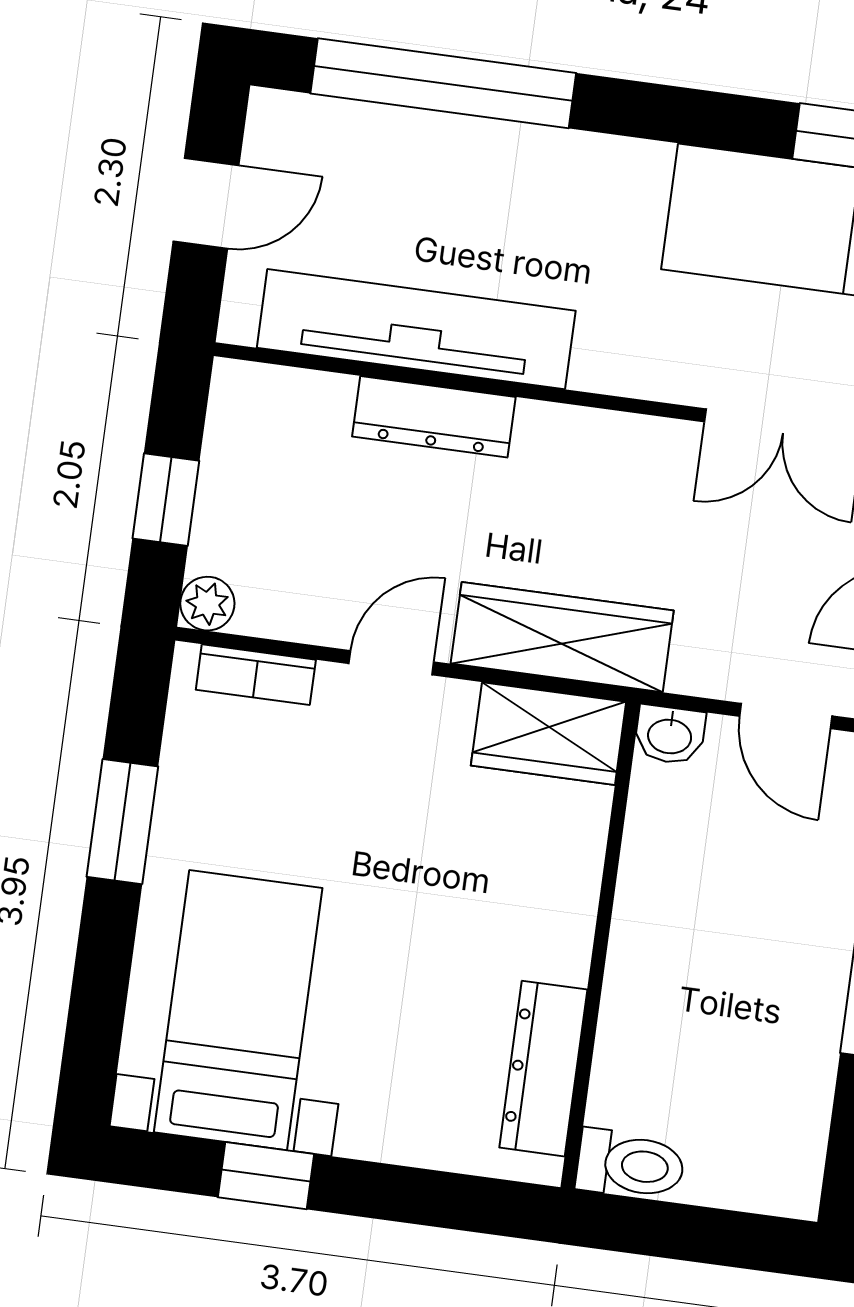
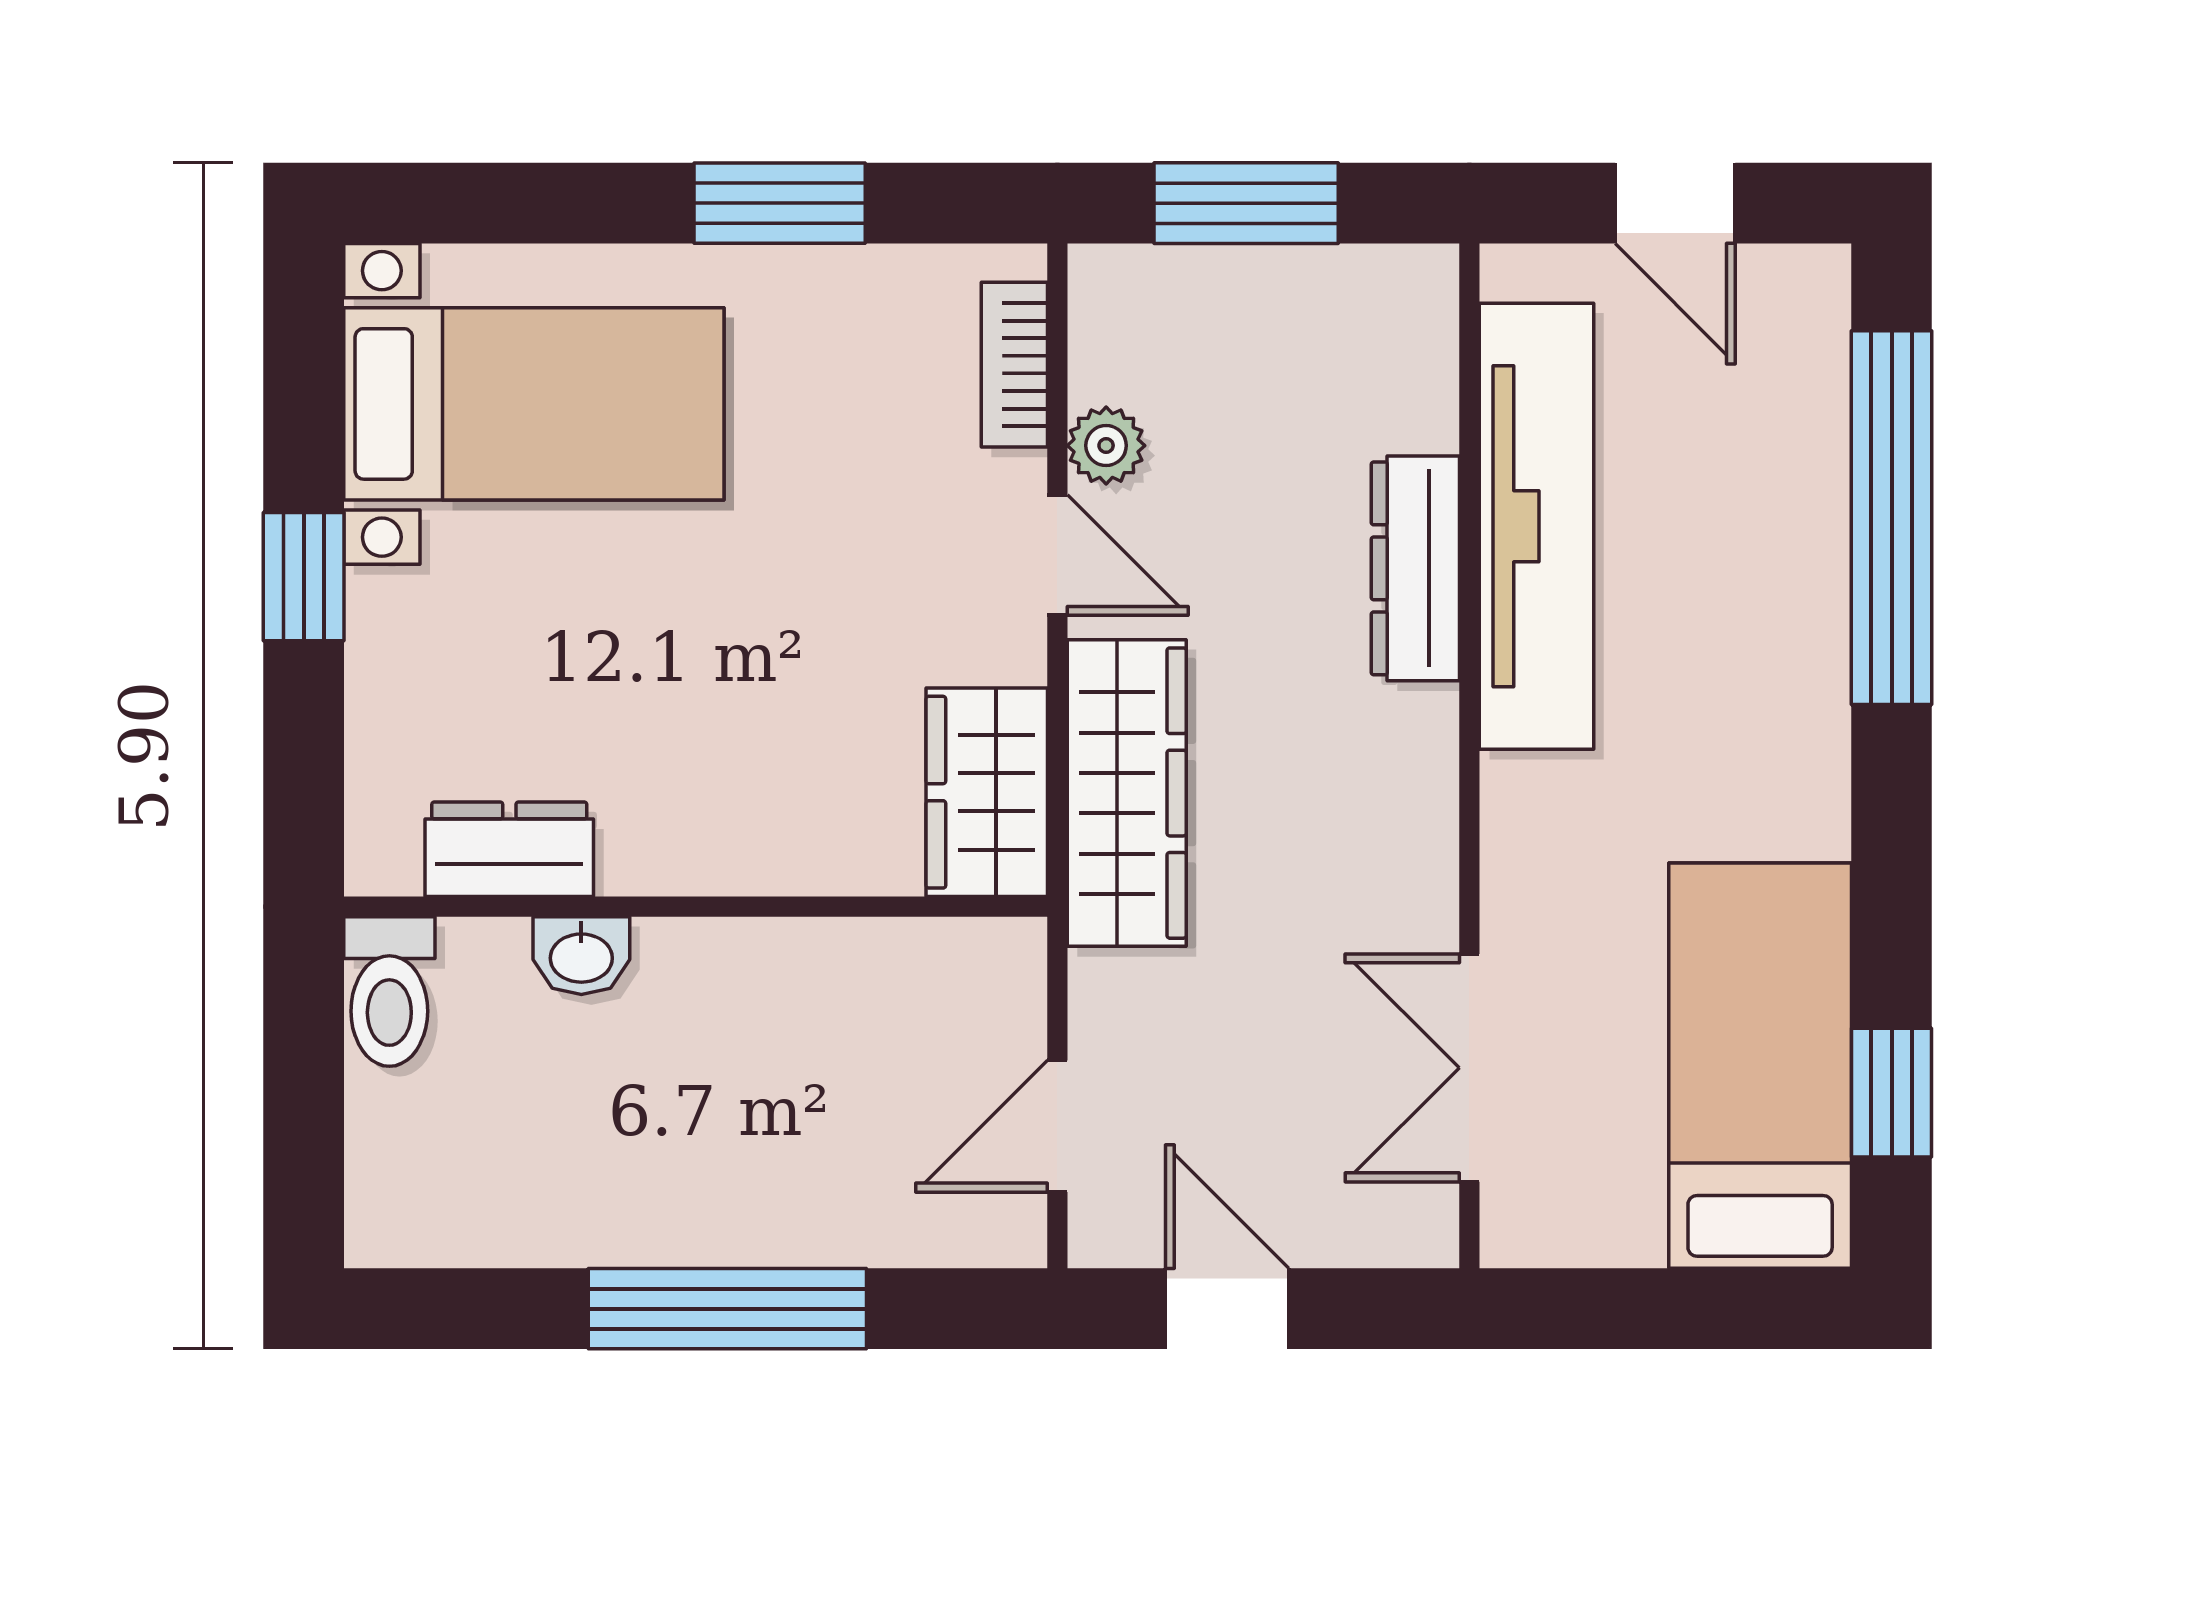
window: (166, 500) -> (1246, 203), width x1.50
plant: (207, 604) -> (1106, 446), moved
washbasin: (670, 735) -> (581, 956), moved, turned -90
dresser: (543, 1069) -> (509, 849), width x0.70
window: (266, 1176) -> (304, 577), moved

